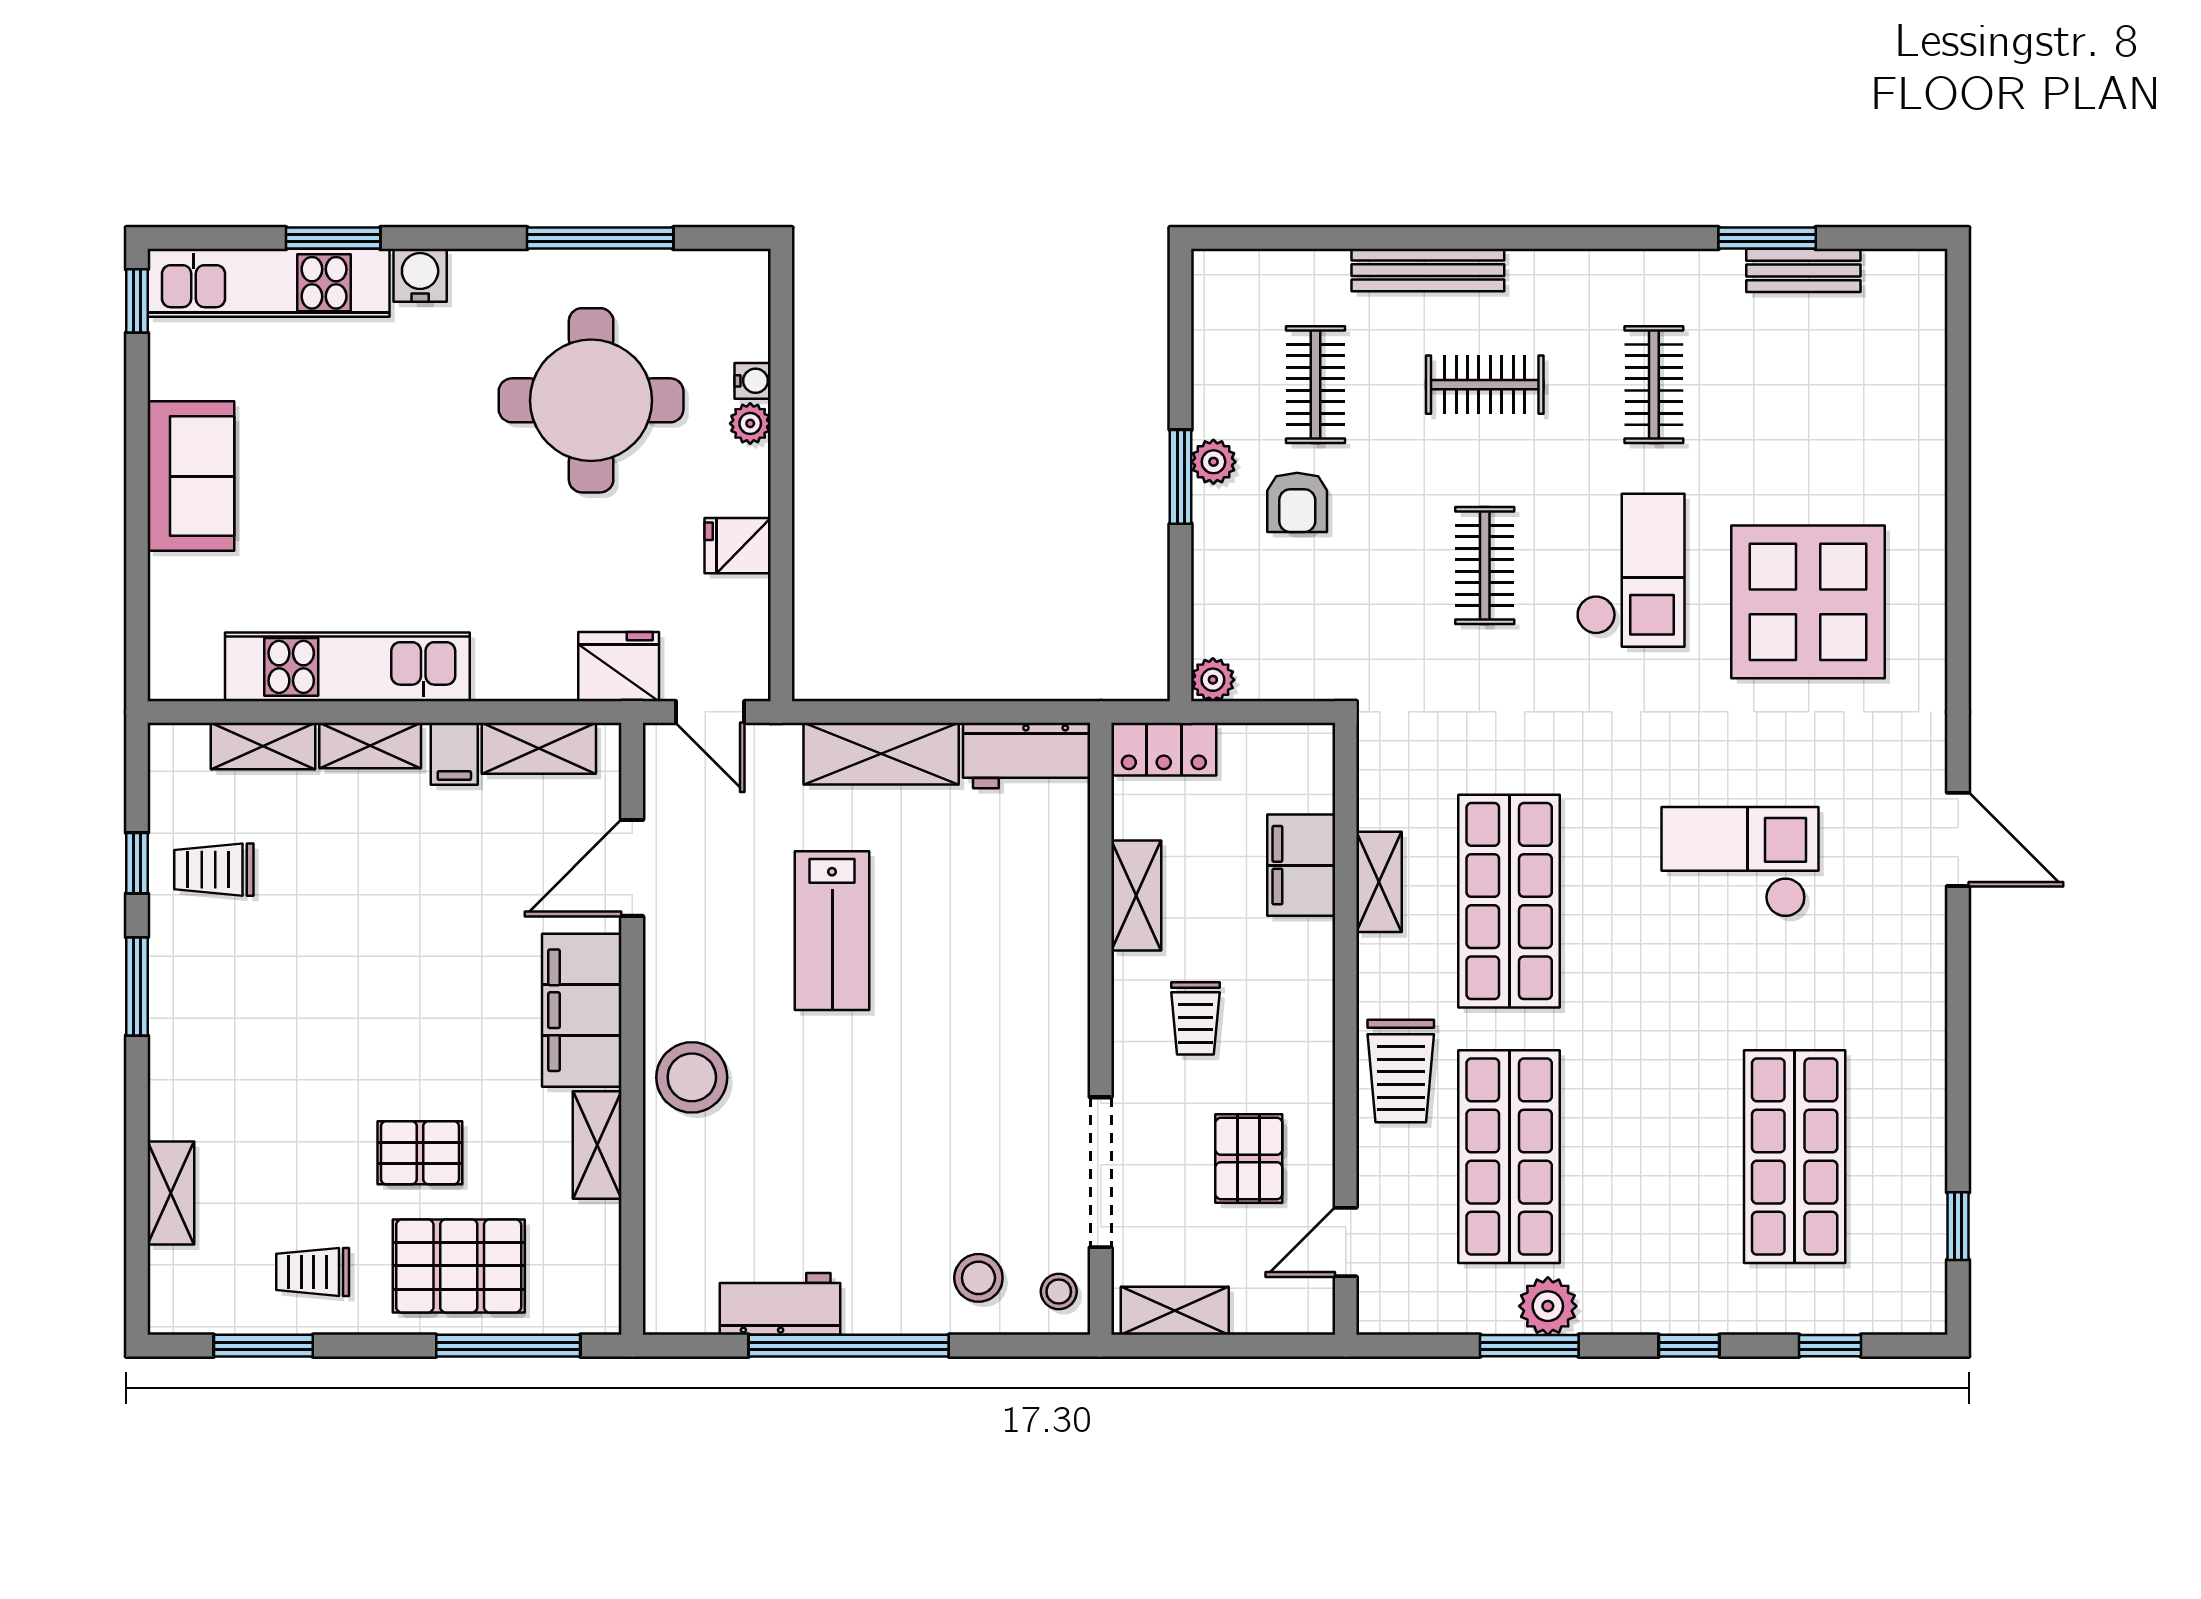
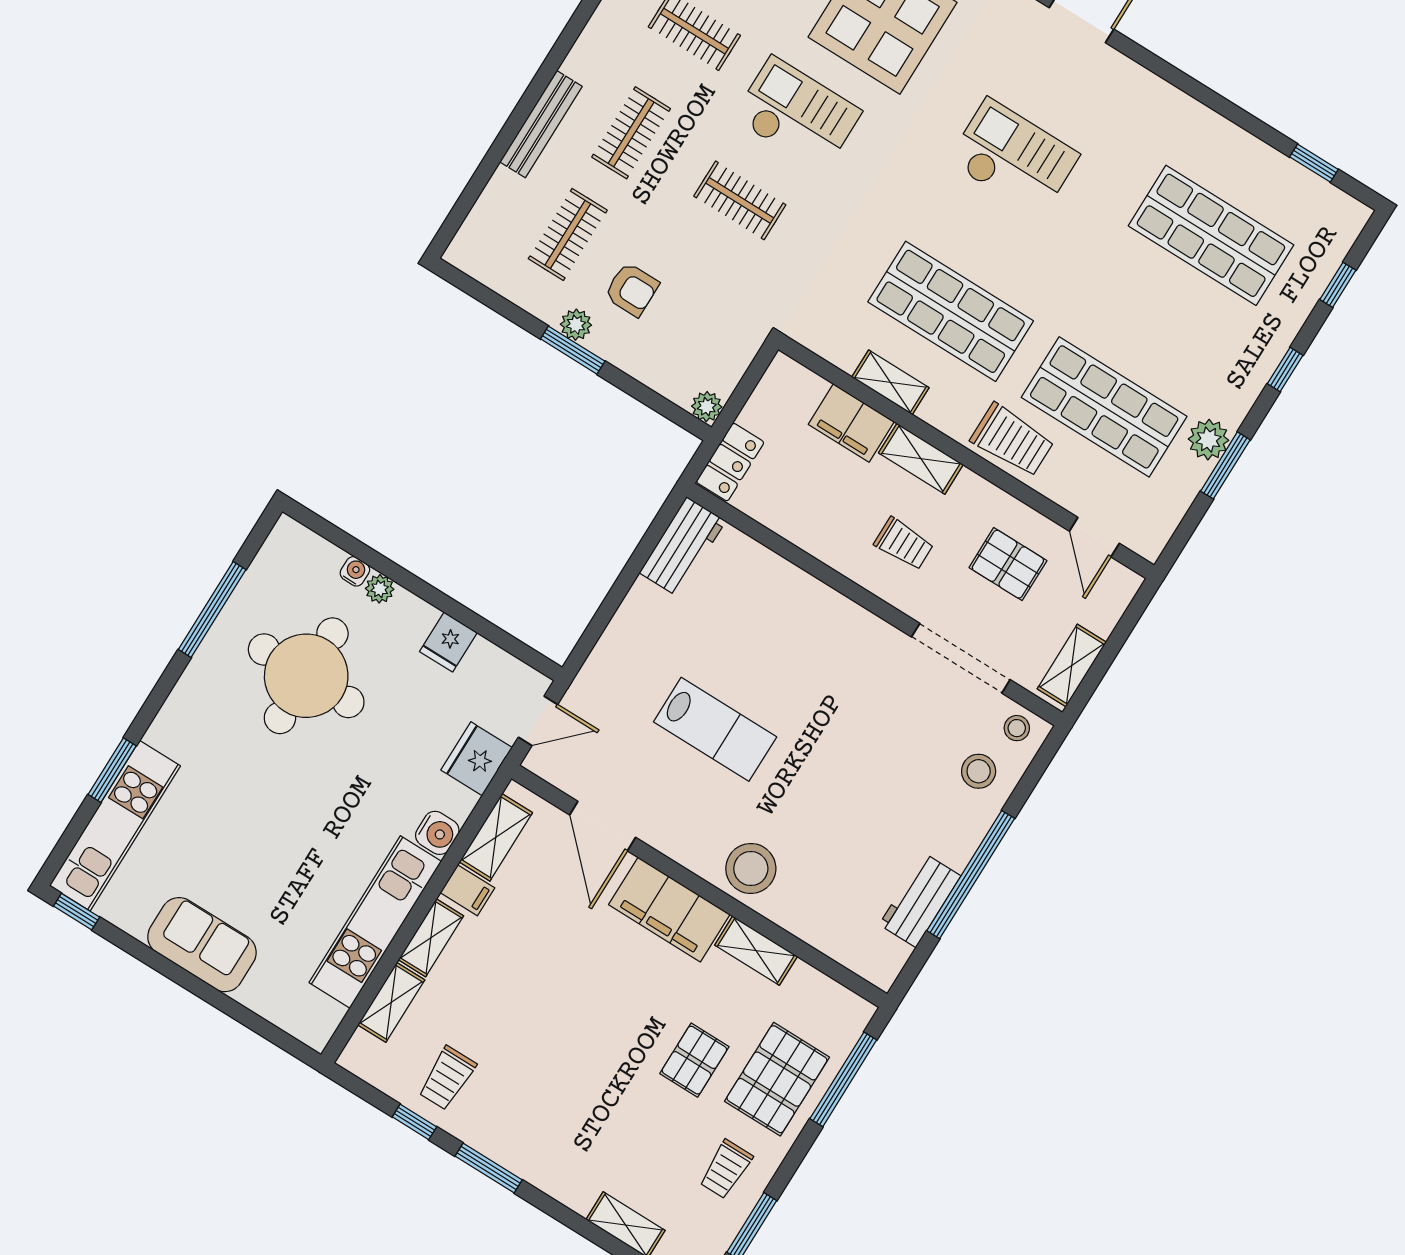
water cooler: (420, 275) -> (437, 833), moved, turned 180
clothes rail: (1316, 385) -> (568, 234), turned 90
shelving: (881, 754) -> (627, 634), removed
checkout: (1740, 862) -> (1013, 158), turned 90
shelving: (1136, 896) -> (921, 459), moved

